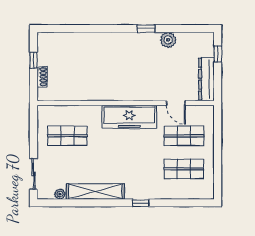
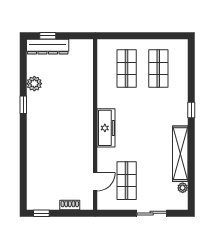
window: (33, 60) -> (41, 213), moved
dresser: (206, 79) -> (48, 47), moved
door: (176, 103) -> (95, 182), moved
freezer: (129, 117) -> (106, 128), width x0.73, depth x0.79
sliding door: (33, 174) -> (152, 213), moved

